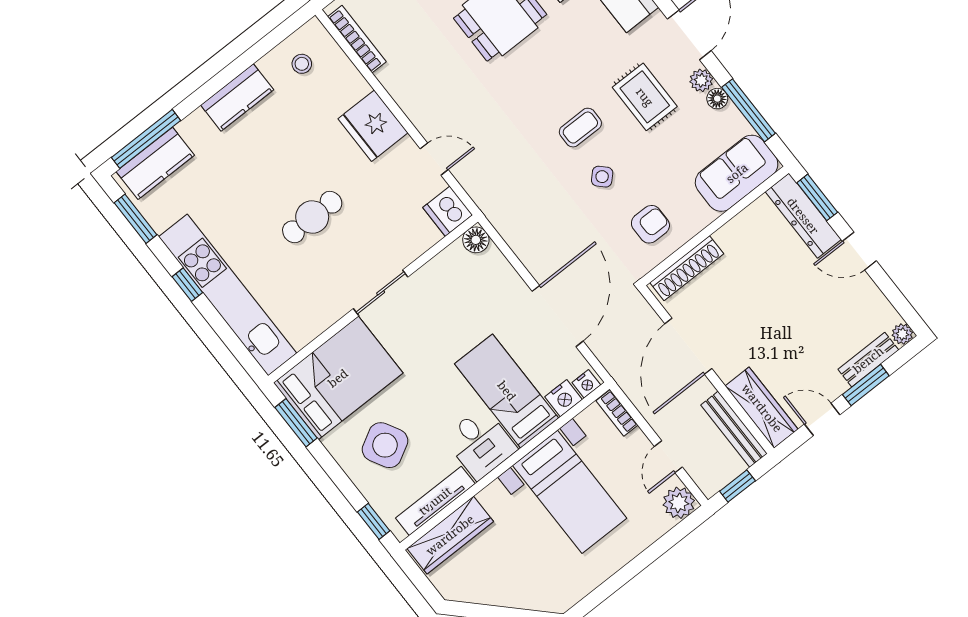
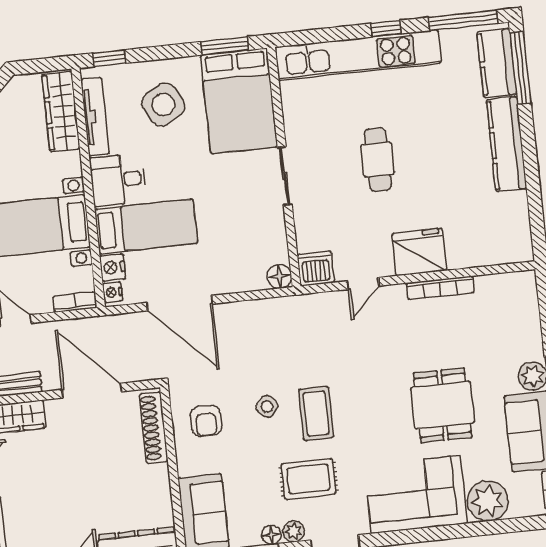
bookcase: (357, 39) -> (440, 288), moved
stool: (302, 64) -> (503, 227), removed
kitchen counter: (237, 97) -> (507, 144), width x1.50
coffee table: (580, 128) -> (316, 414), width x1.36, depth x1.30
window: (135, 219) -> (463, 20), width x1.44

